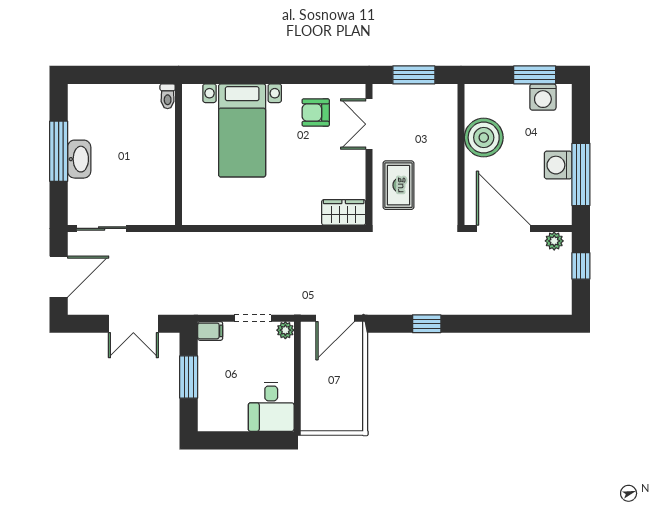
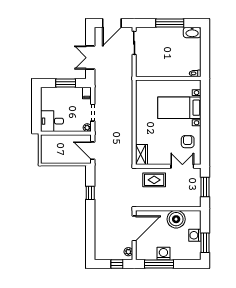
washing machine: (543, 97) -> (195, 235), moved
washbasin: (79, 159) -> (192, 33), moved
door: (59, 277) -> (112, 23), hinge flipped

